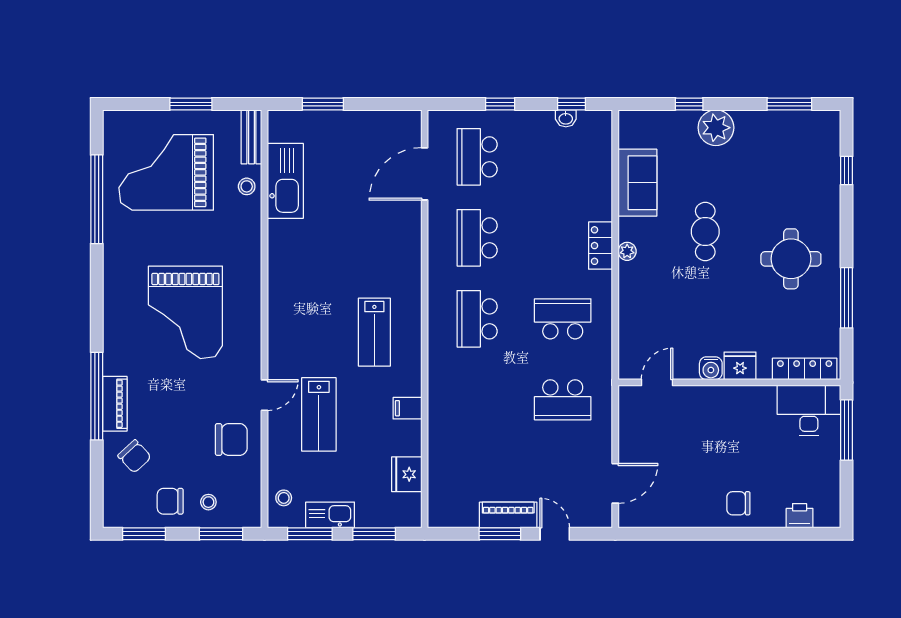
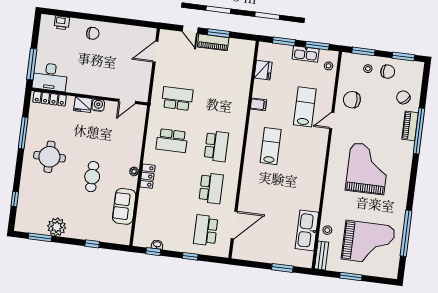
plant: (716, 128) -> (57, 227), moved
school desk: (477, 157) -> (206, 230), turned 180

